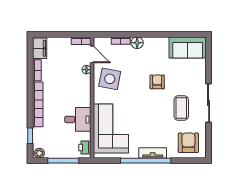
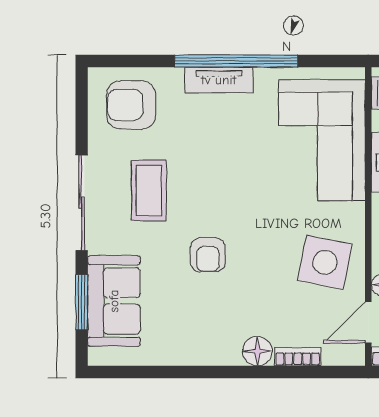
sofa: (188, 47) -> (114, 301), moved, turned 90
door: (92, 54) -> (368, 322), hinge flipped
window: (209, 63) -> (82, 302), added
armchair: (188, 143) -> (131, 105), turned 90

